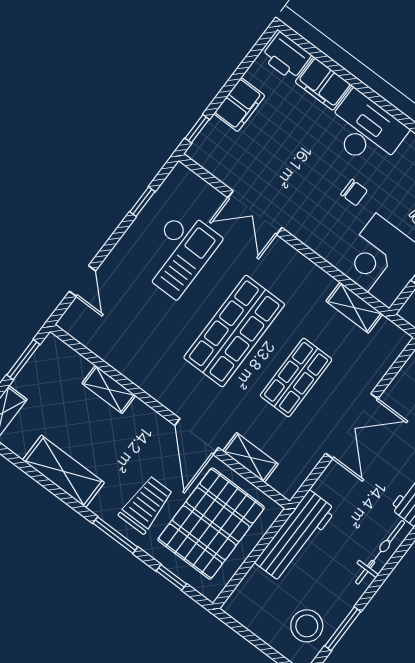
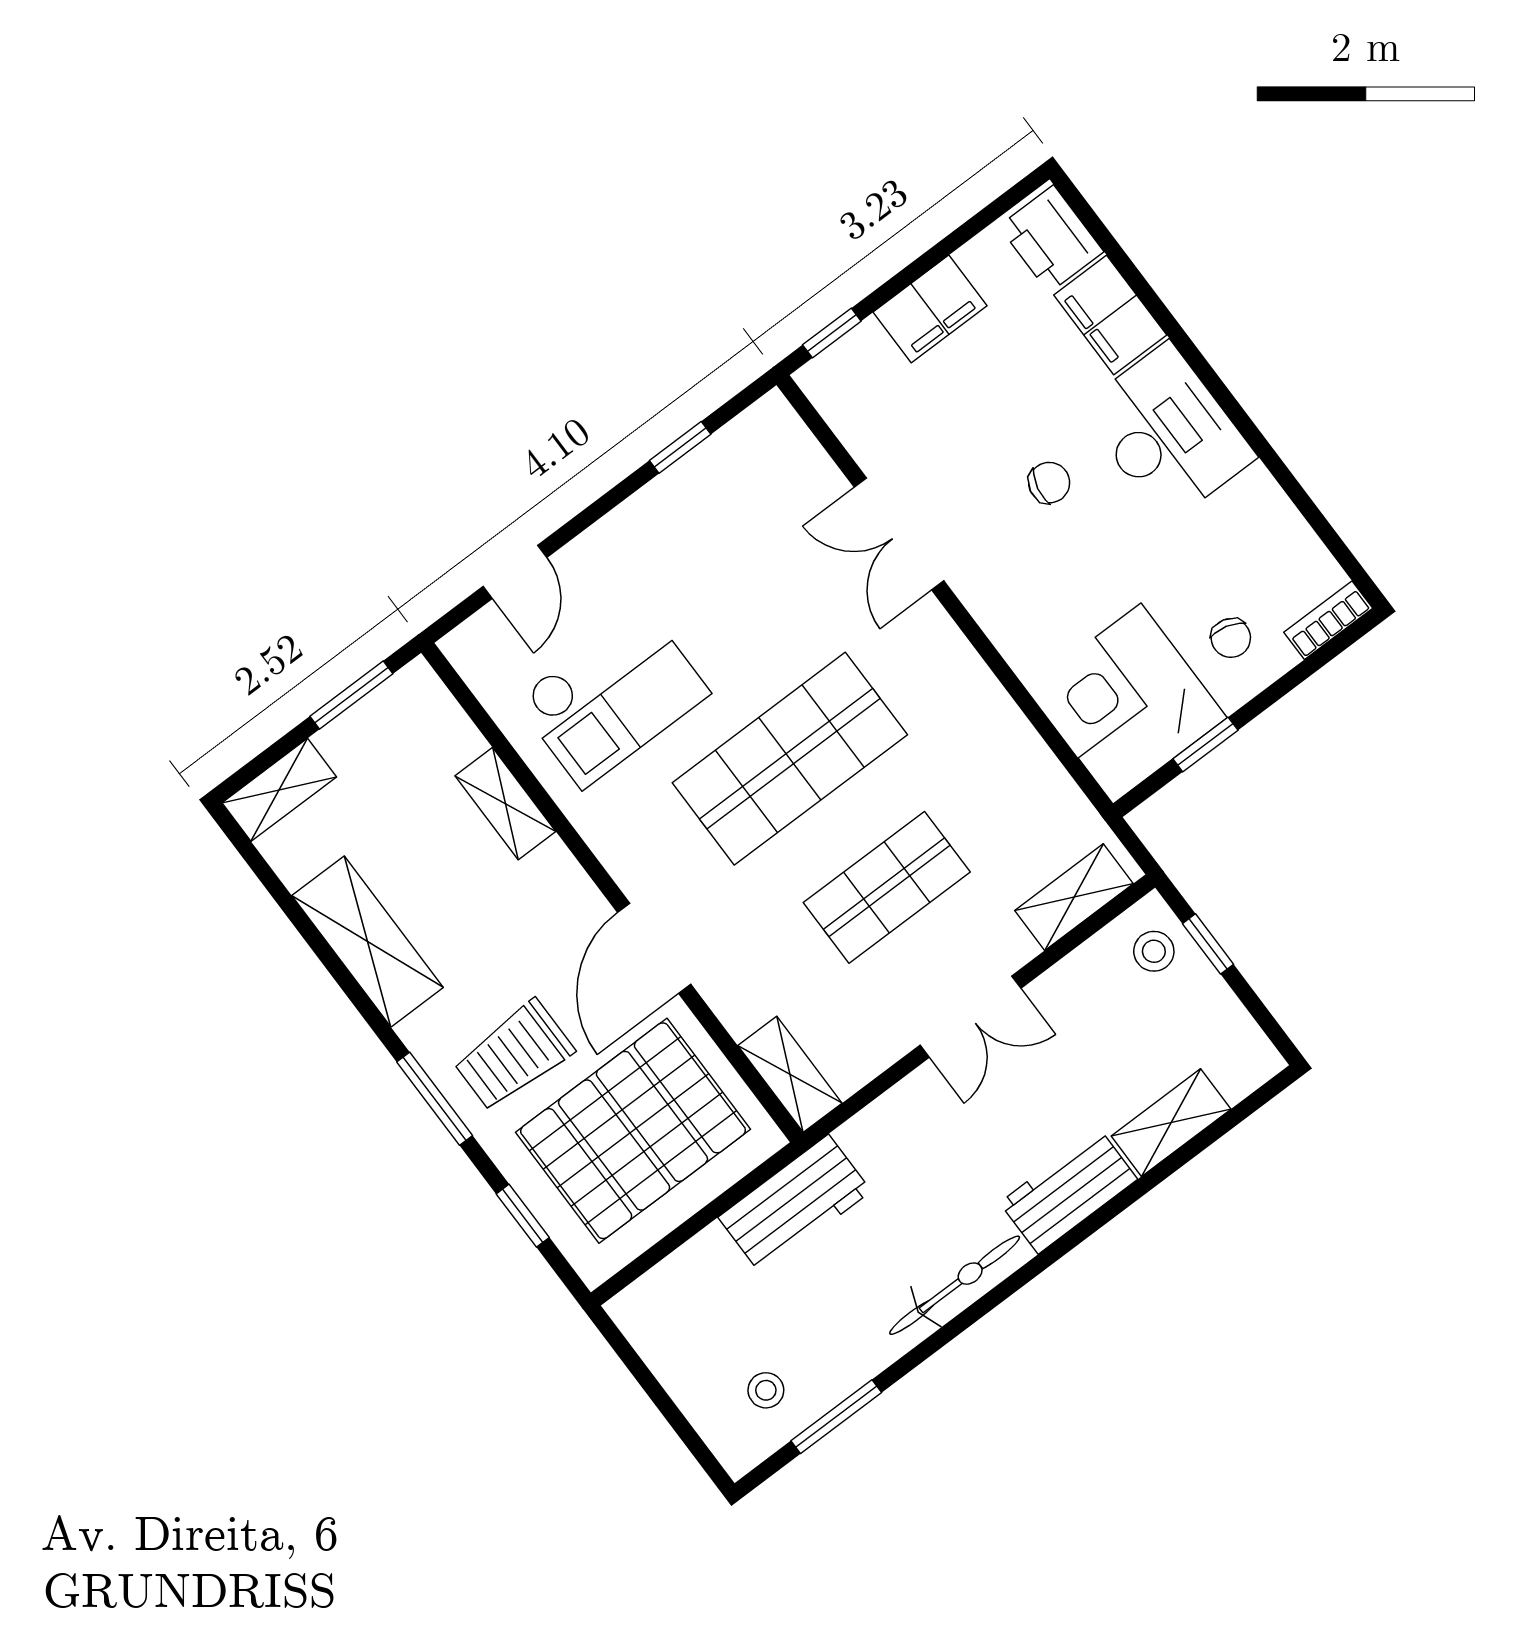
chair: (354, 192) -> (1049, 483), moved, turned -78
checkout: (178, 253) -> (613, 697), moved
shelving: (354, 308) -> (1074, 897), moved, turned 90
double door: (352, 426) -> (971, 1017), width x0.73
shelving: (250, 457) -> (790, 1074), moved
trolley: (146, 505) -> (514, 1056), turned 180
workbench: (295, 536) -> (795, 1204), width x0.73
stool: (307, 626) -> (766, 1390), width x0.53, depth x0.53

